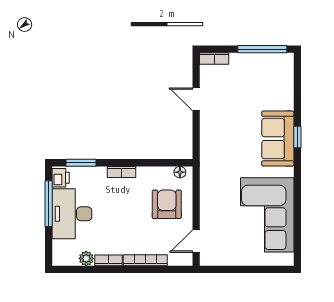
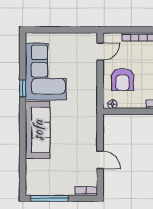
window: (297, 137) -> (23, 88), moved
sofa: (278, 139) -> (38, 130), width x1.36

